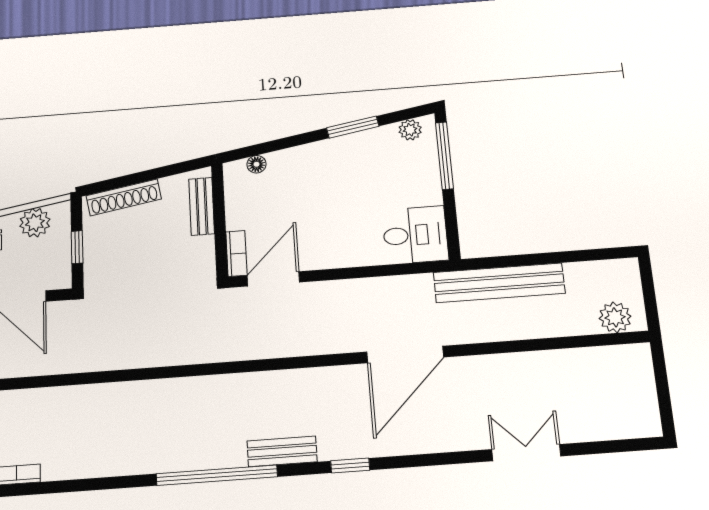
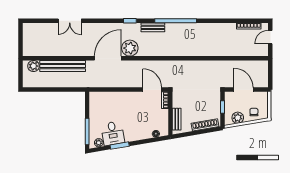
desk: (415, 235) -> (113, 133), moved, turned -100
door: (273, 279) -> (152, 90), swing flipped
bench: (499, 283) -> (63, 66), moved
plant: (345, 388) -> (130, 48), added

